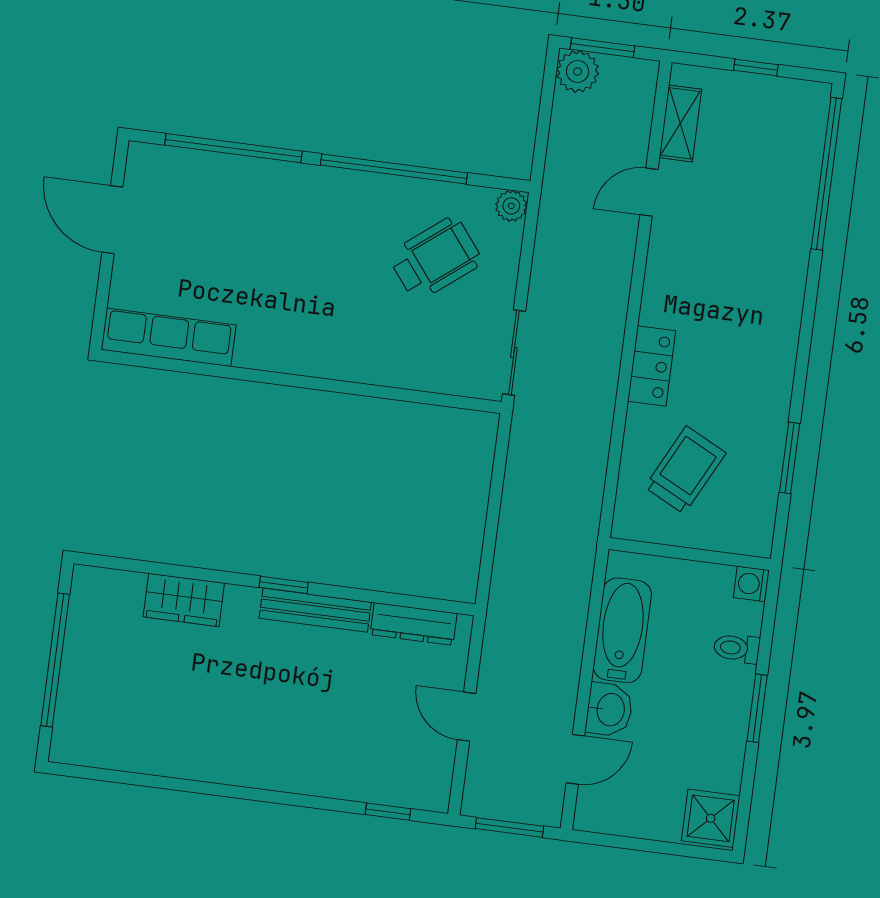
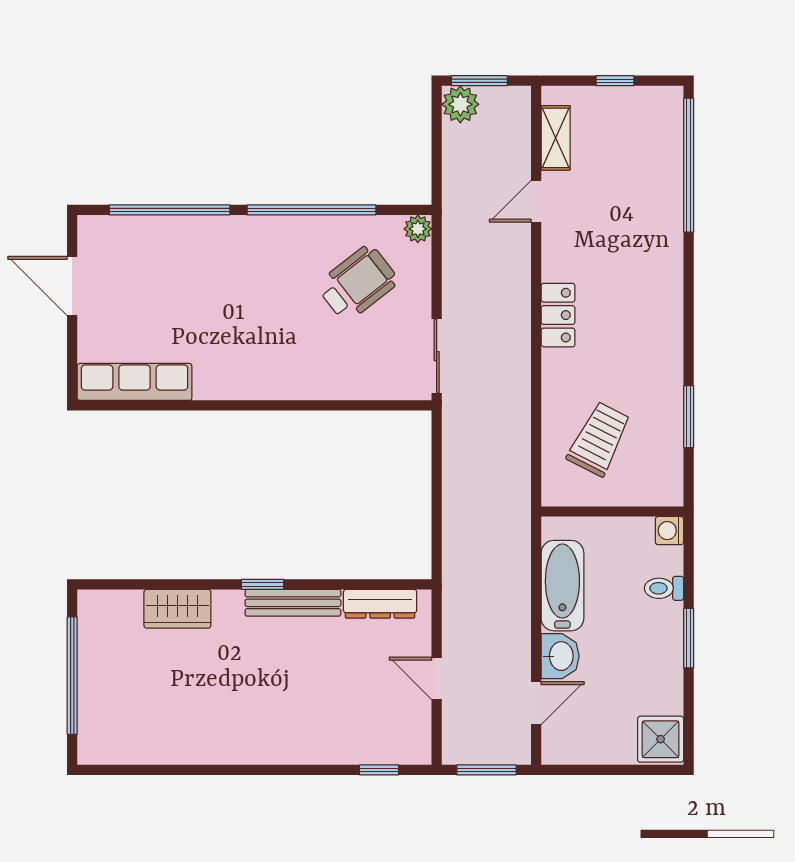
locker: (652, 366) -> (558, 315), moved

